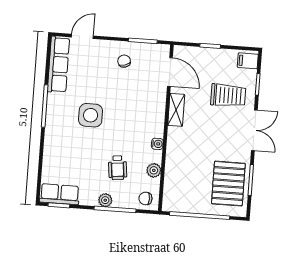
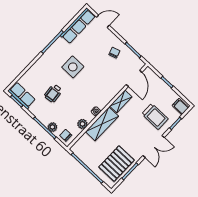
shelving: (176, 152) -> (102, 124), added
wheelchair: (118, 168) -> (53, 93), moved
plant: (105, 200) -> (52, 127), moved

